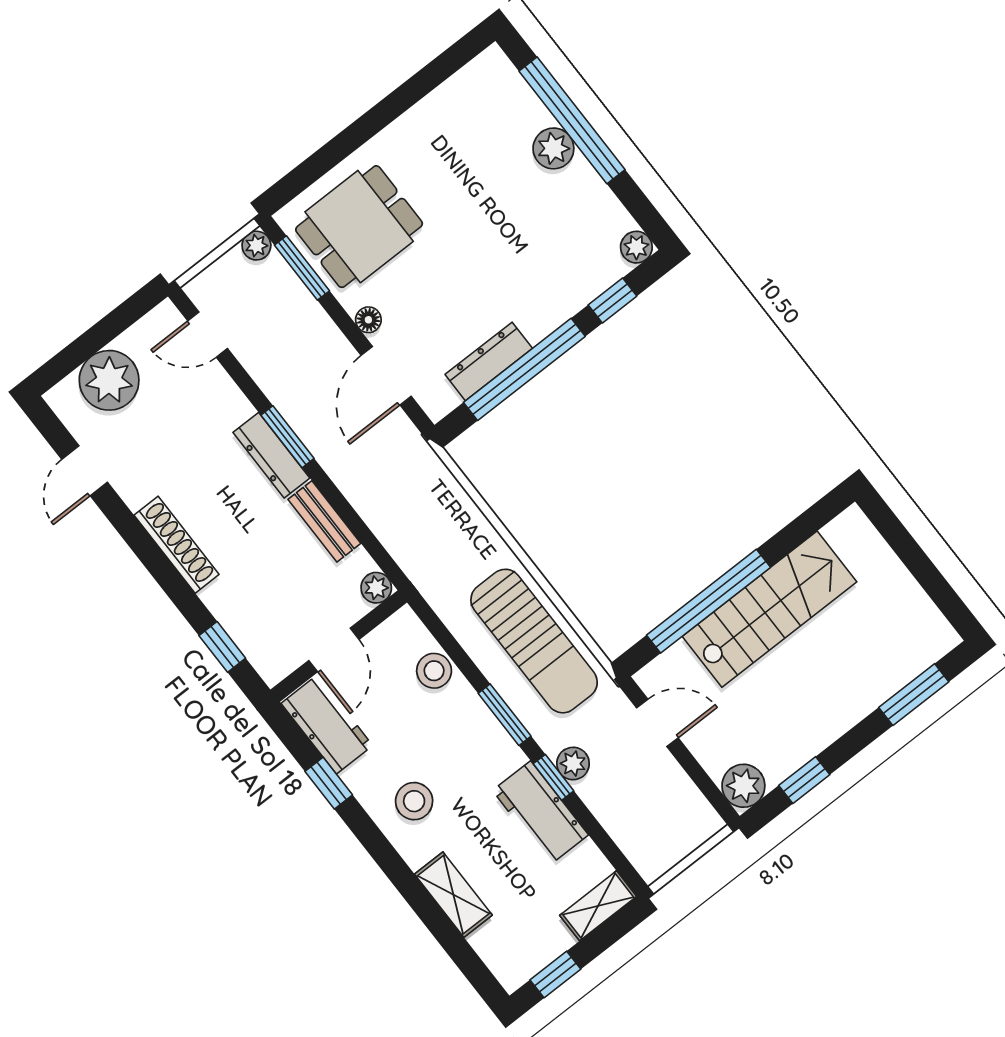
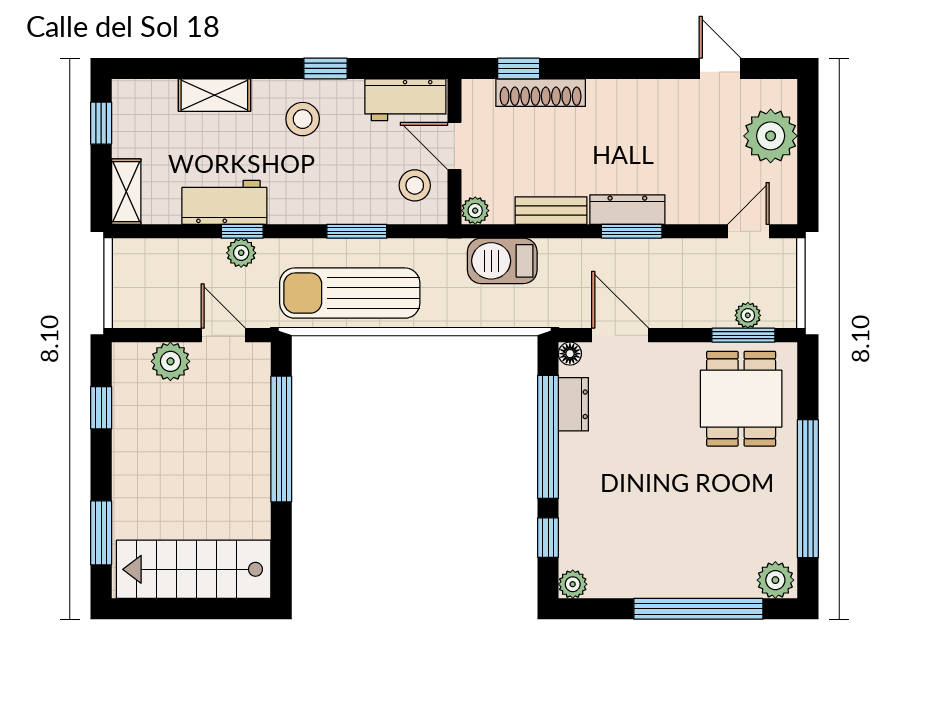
window: (392, 107) -> (808, 489), added
plant: (553, 148) -> (775, 580), moved
plant: (256, 246) -> (748, 315), moved
floor lamp: (368, 320) -> (570, 354), moved
dresser: (489, 361) -> (573, 404), width x0.70
barbecue: (402, 530) -> (502, 261), added
shoe rack: (177, 545) -> (541, 93), moved
stairs: (770, 609) -> (194, 569), moved, turned 90
stool: (434, 671) -> (415, 185), moved
window: (505, 715) -> (357, 231), moved
door: (657, 723) -> (223, 335), swing flipped
window: (329, 783) -> (325, 68), moved
plant: (743, 786) -> (170, 361), moved

